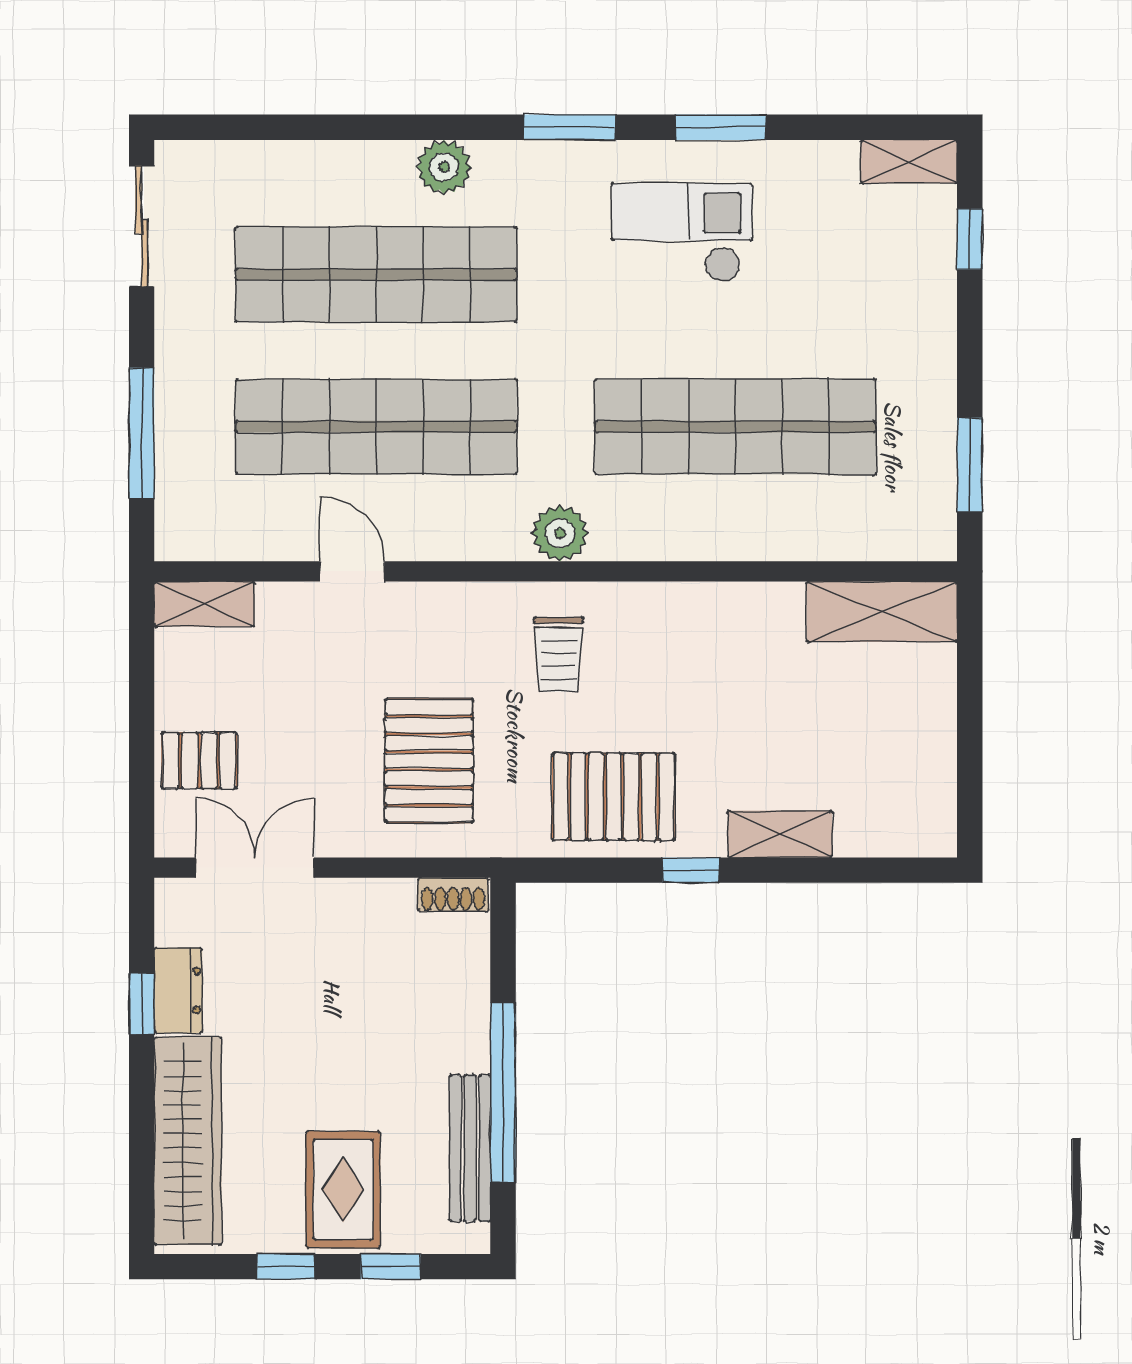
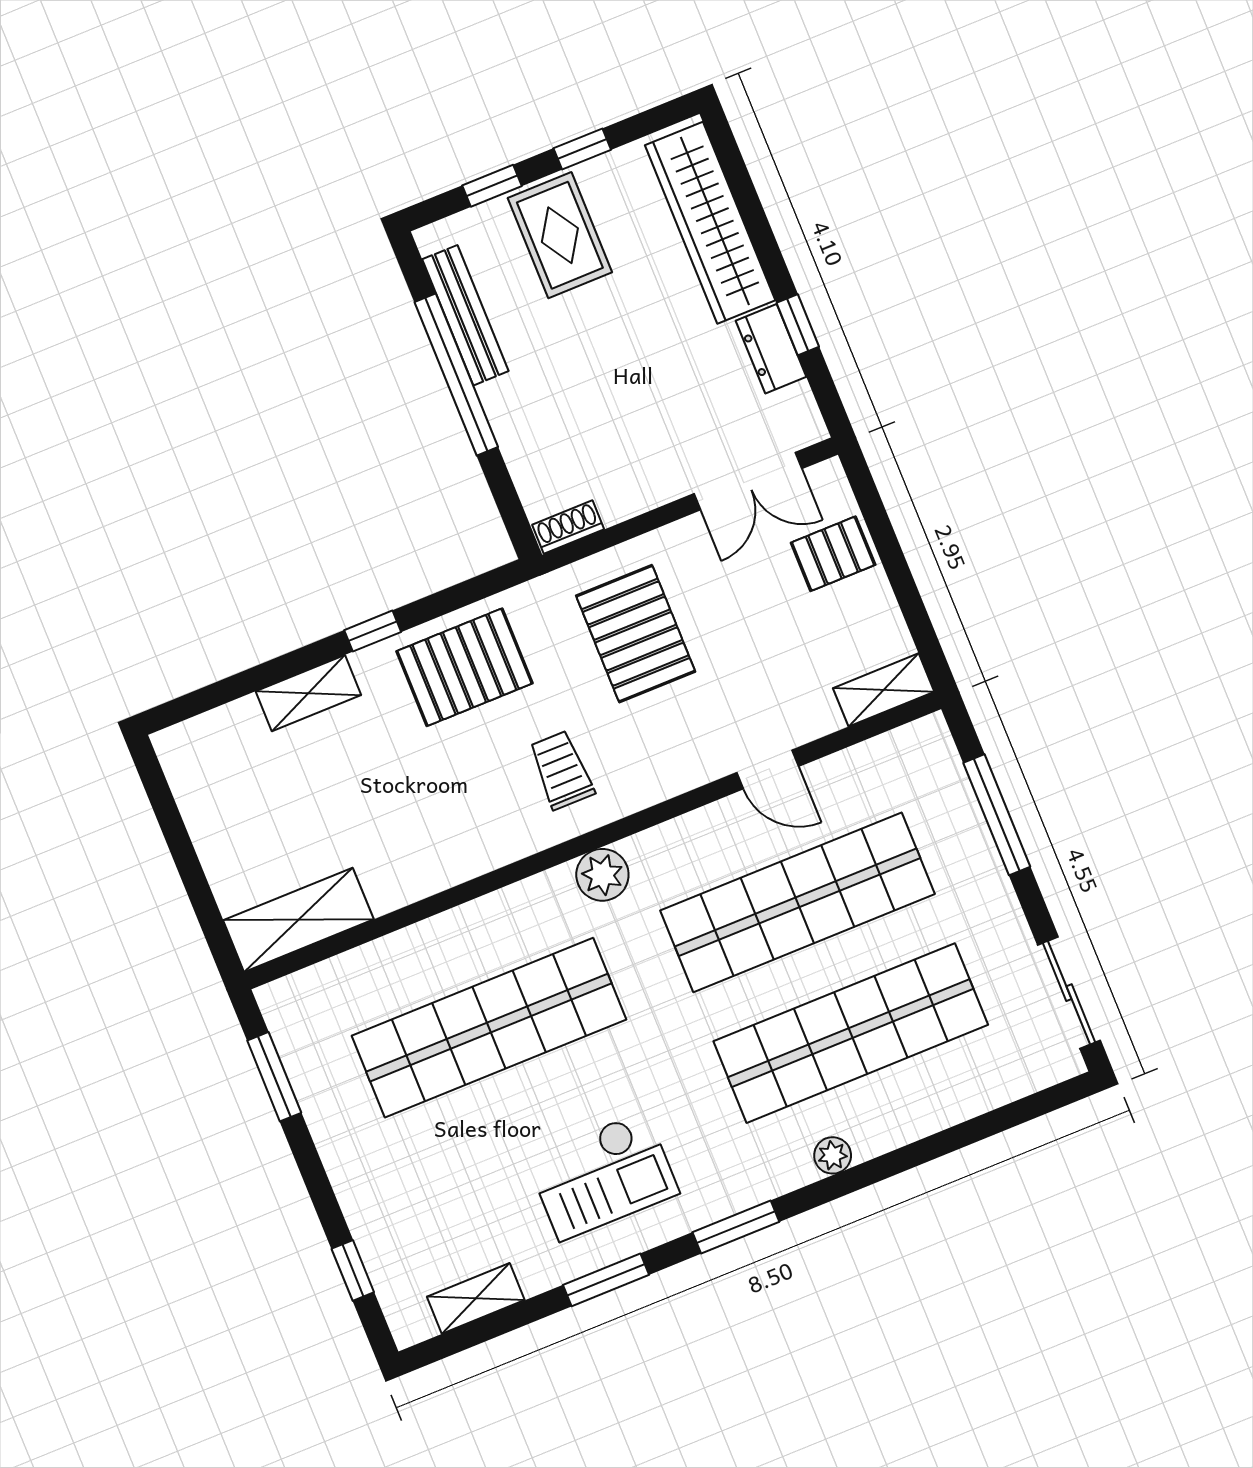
shelving: (909, 162) -> (476, 1298), moved
plant: (444, 167) -> (833, 1155), width x0.73, depth x0.73

